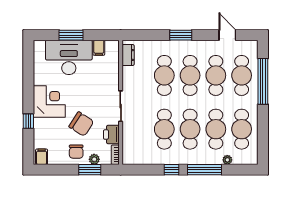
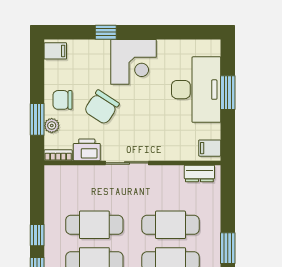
filing cabinet: (99, 48) -> (210, 148), moved

